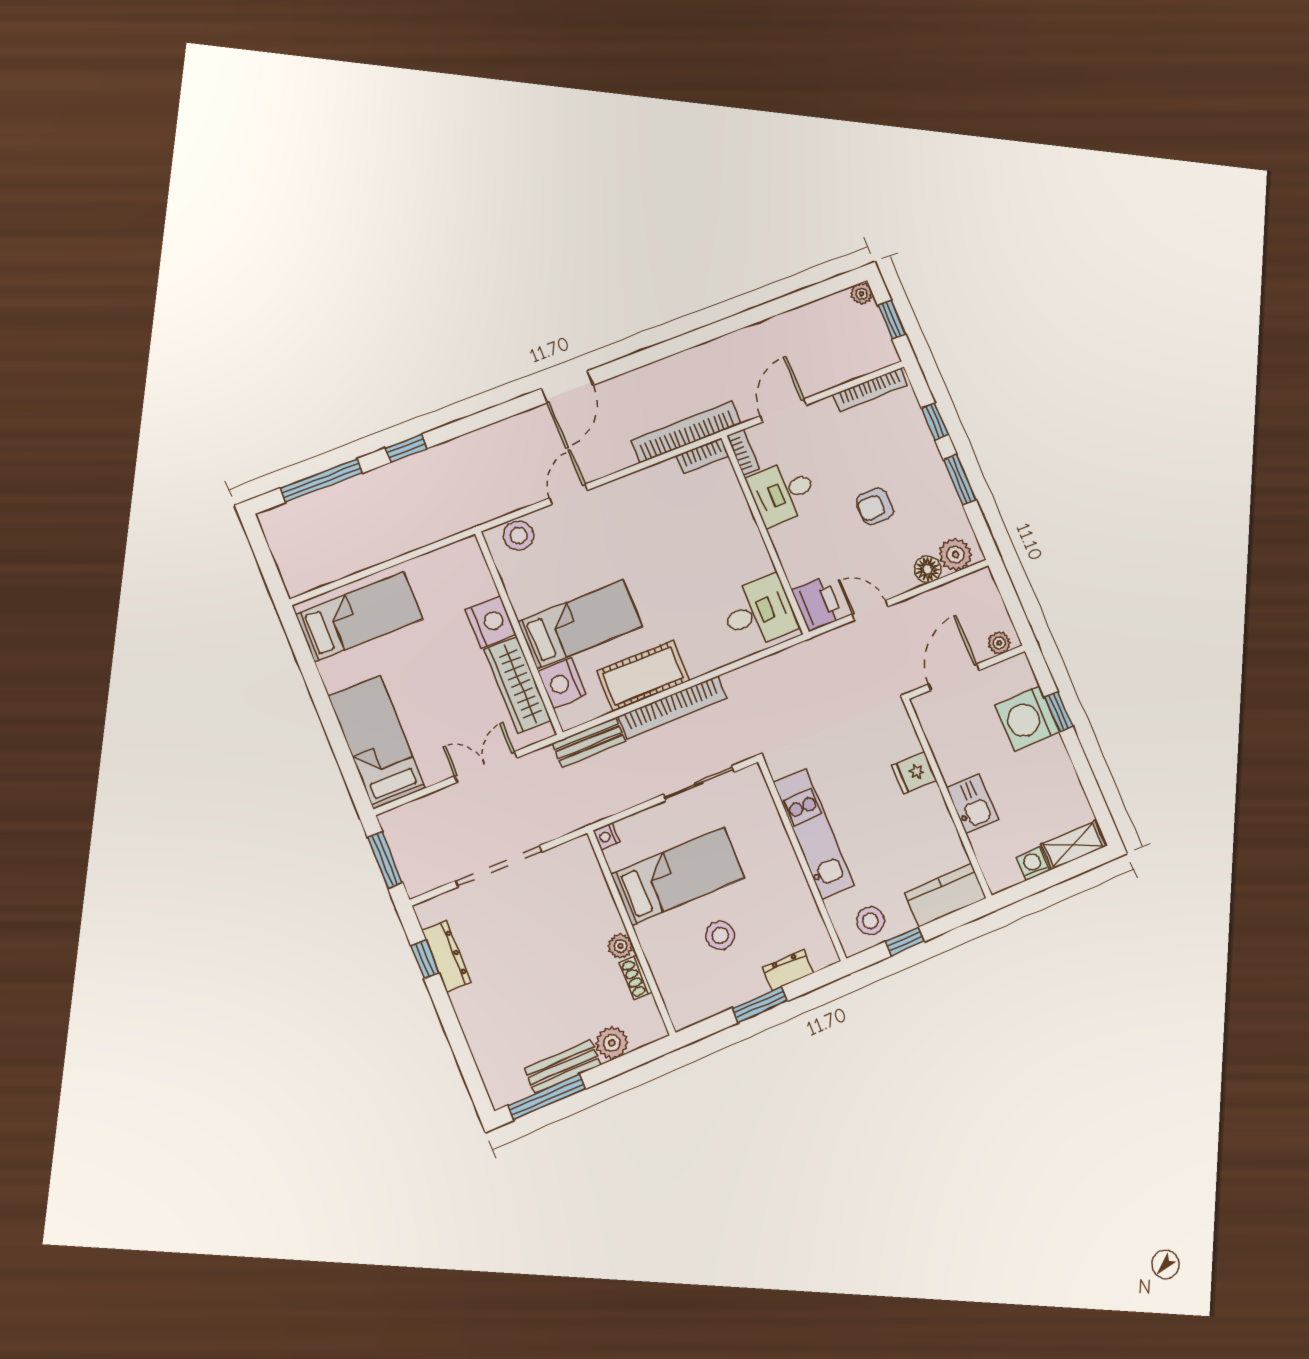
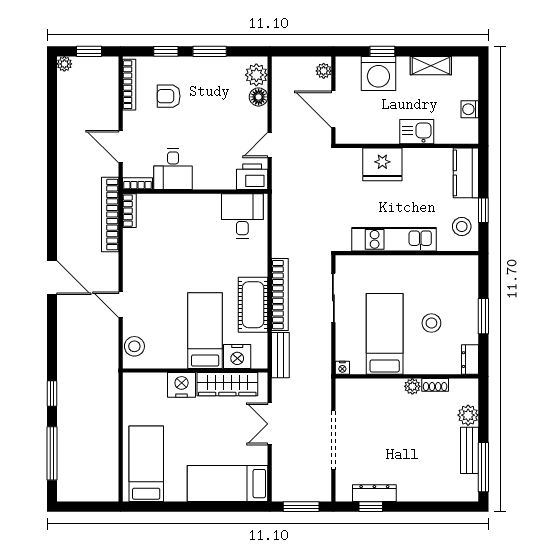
armchair: (875, 506) -> (169, 96), moved, turned 90
fridge: (914, 773) -> (382, 164), width x1.88, depth x1.34
shelving: (1073, 845) -> (431, 66), moved, turned 90
dresser: (788, 970) -> (470, 360), moved

